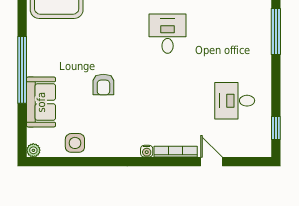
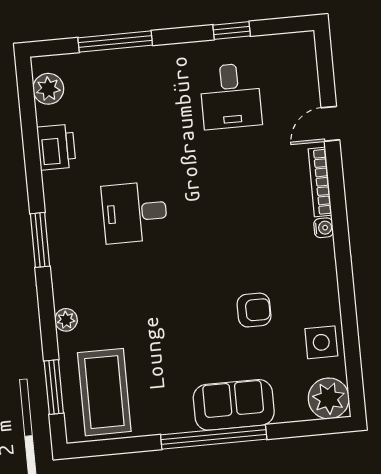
armchair: (103, 85) -> (254, 310), moved
sofa: (41, 102) -> (234, 405), moved
window: (276, 128) -> (232, 30), moved
plant: (33, 150) -> (329, 398), width x1.88, depth x1.88

